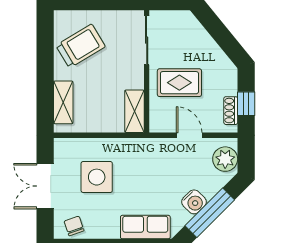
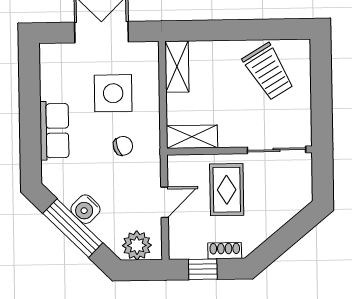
shelving: (63, 102) -> (177, 67), moved, turned 90
shoe rack: (231, 111) -> (225, 251), moved
chair: (74, 226) -> (123, 146), moved
row of seats: (145, 227) -> (54, 131), moved

